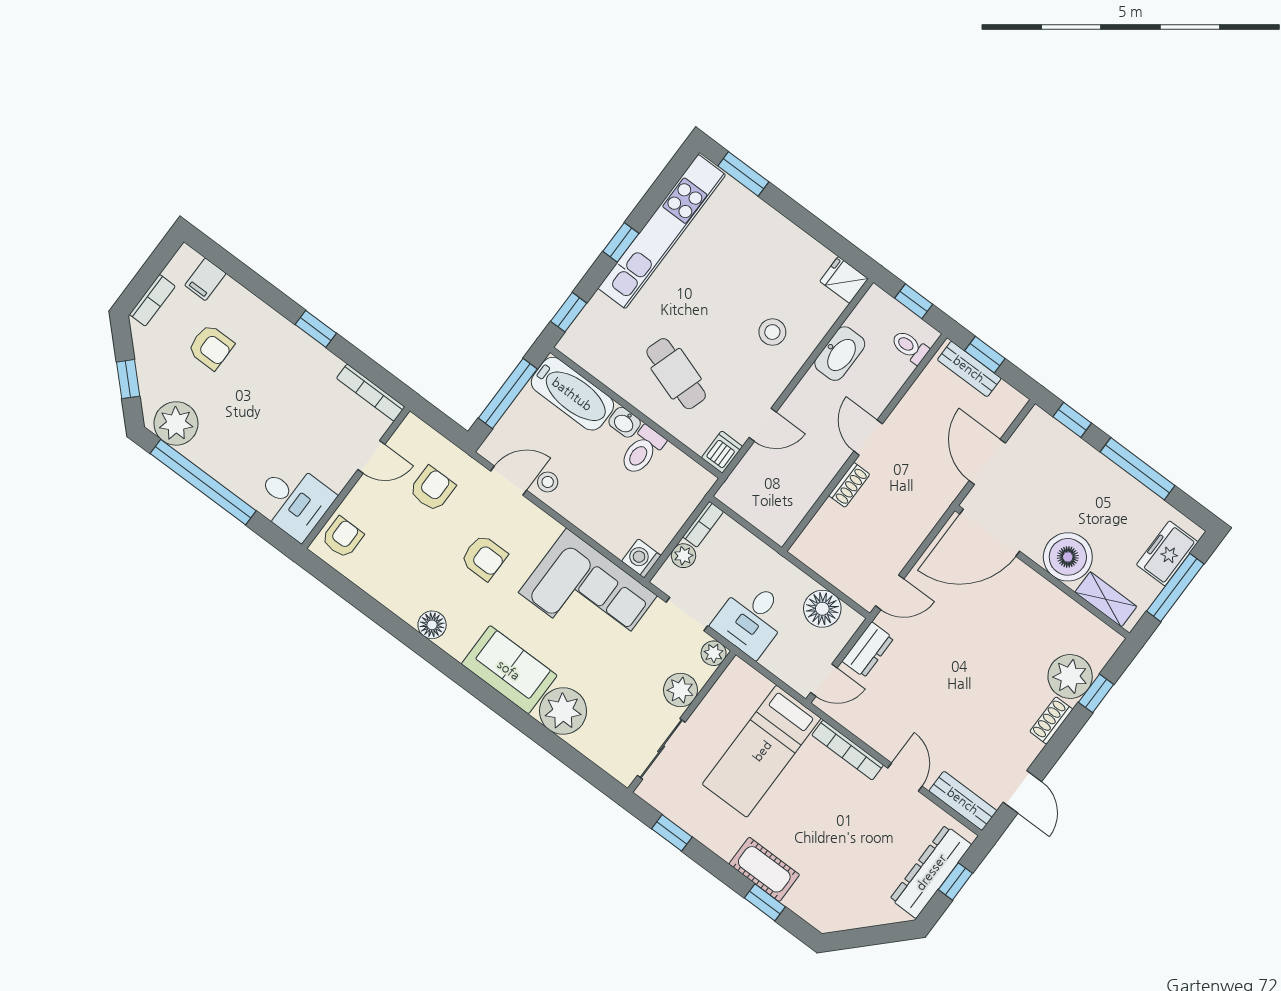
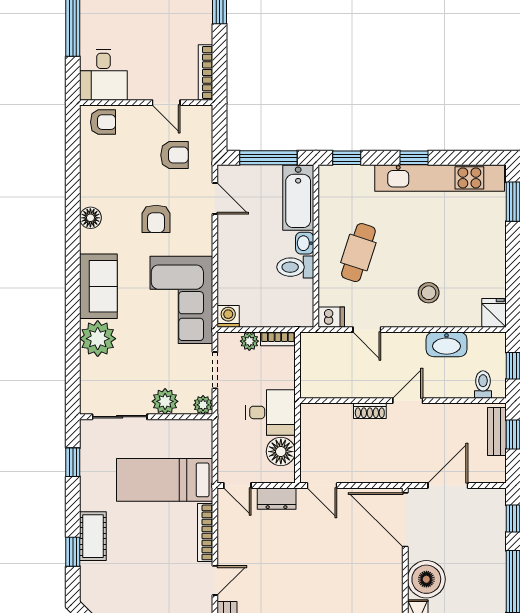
stool: (548, 482) -> (232, 223), removed
desk: (751, 619) -> (270, 412), moved, turned 180

